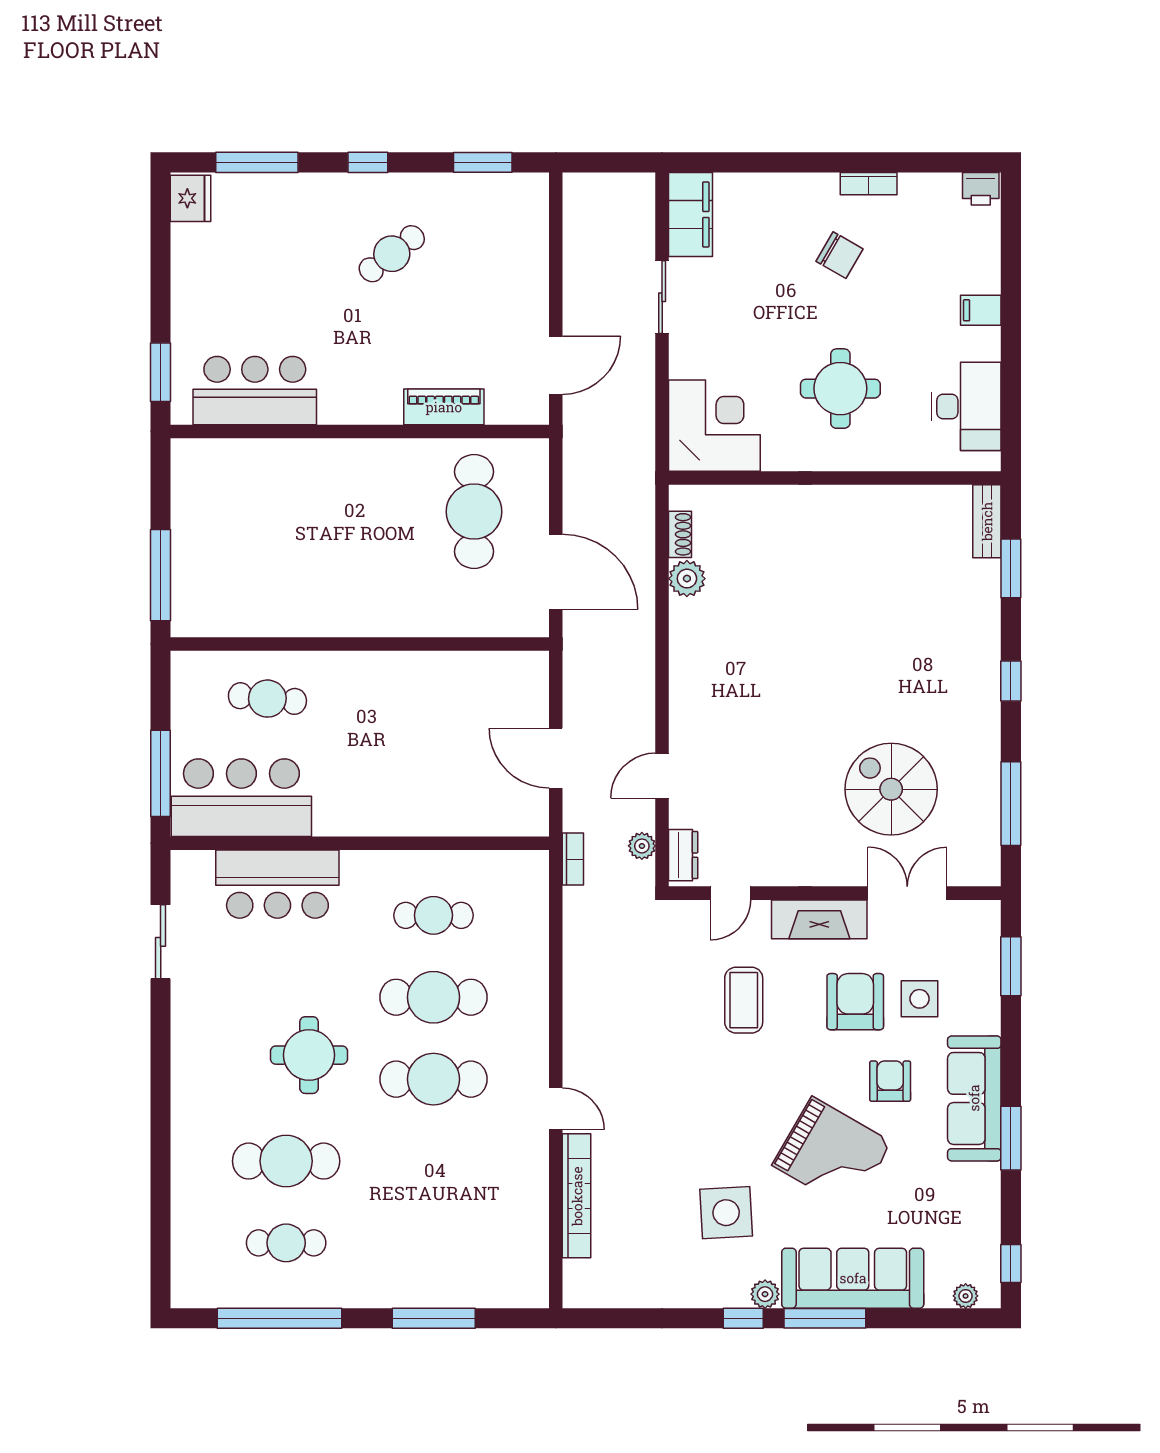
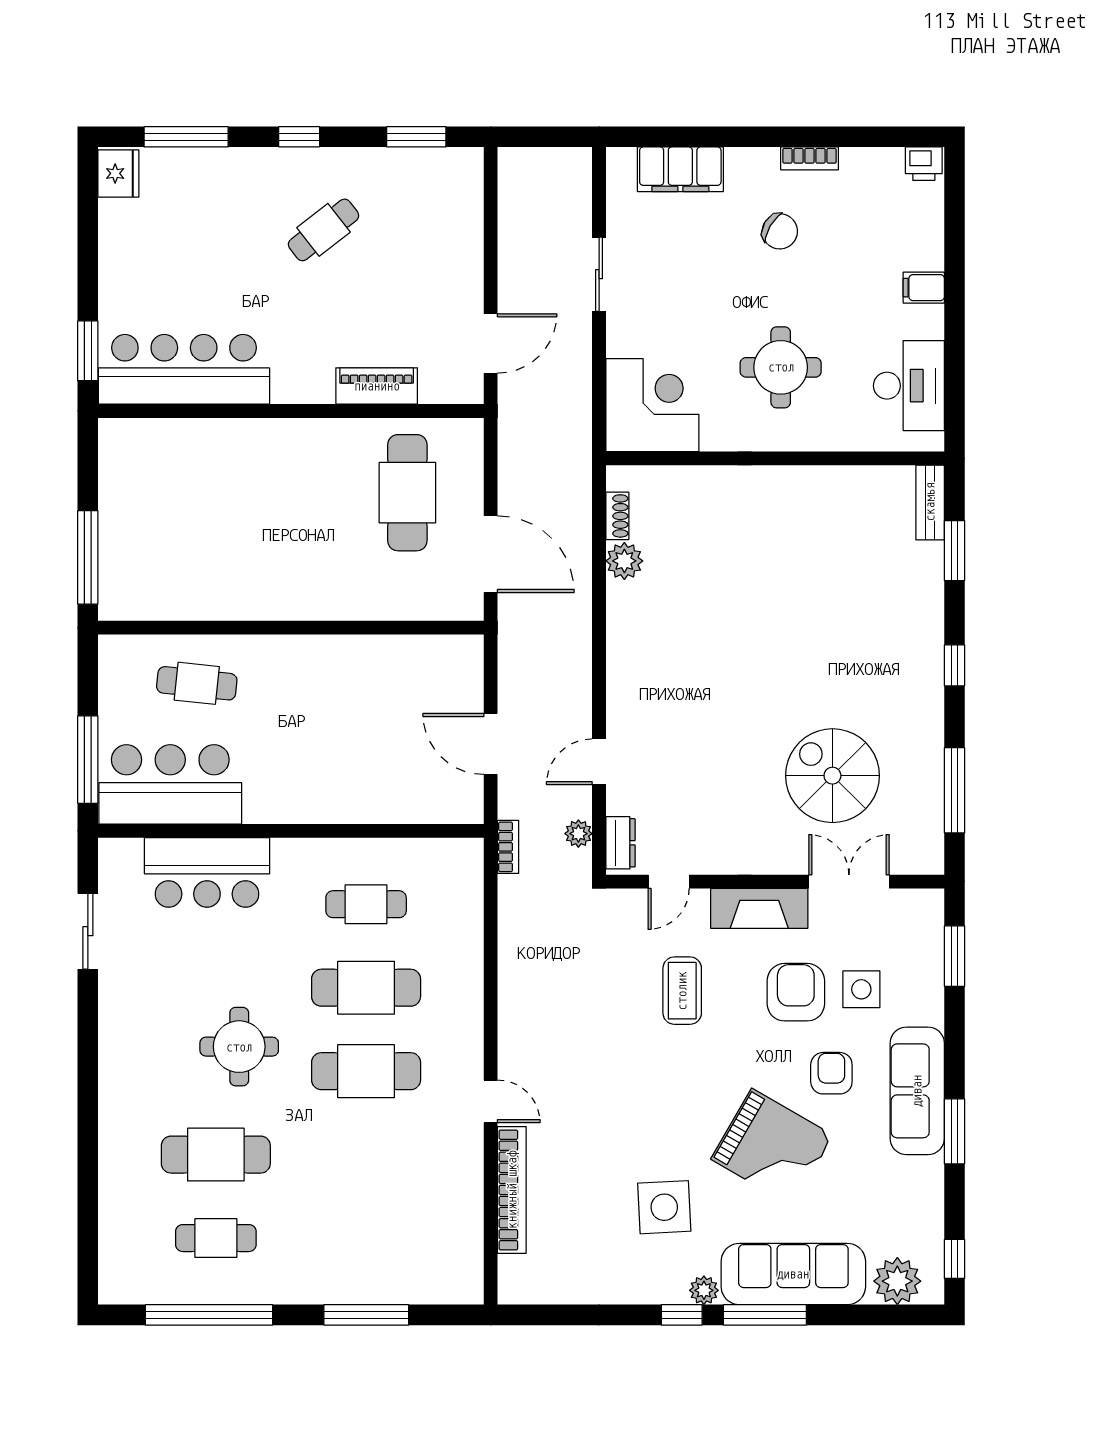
filing cabinet: (691, 215) -> (680, 169), moved, turned 90
bar counter: (255, 391) -> (184, 369), width x1.36
plant: (966, 1296) -> (897, 1281), width x1.88, depth x1.88

